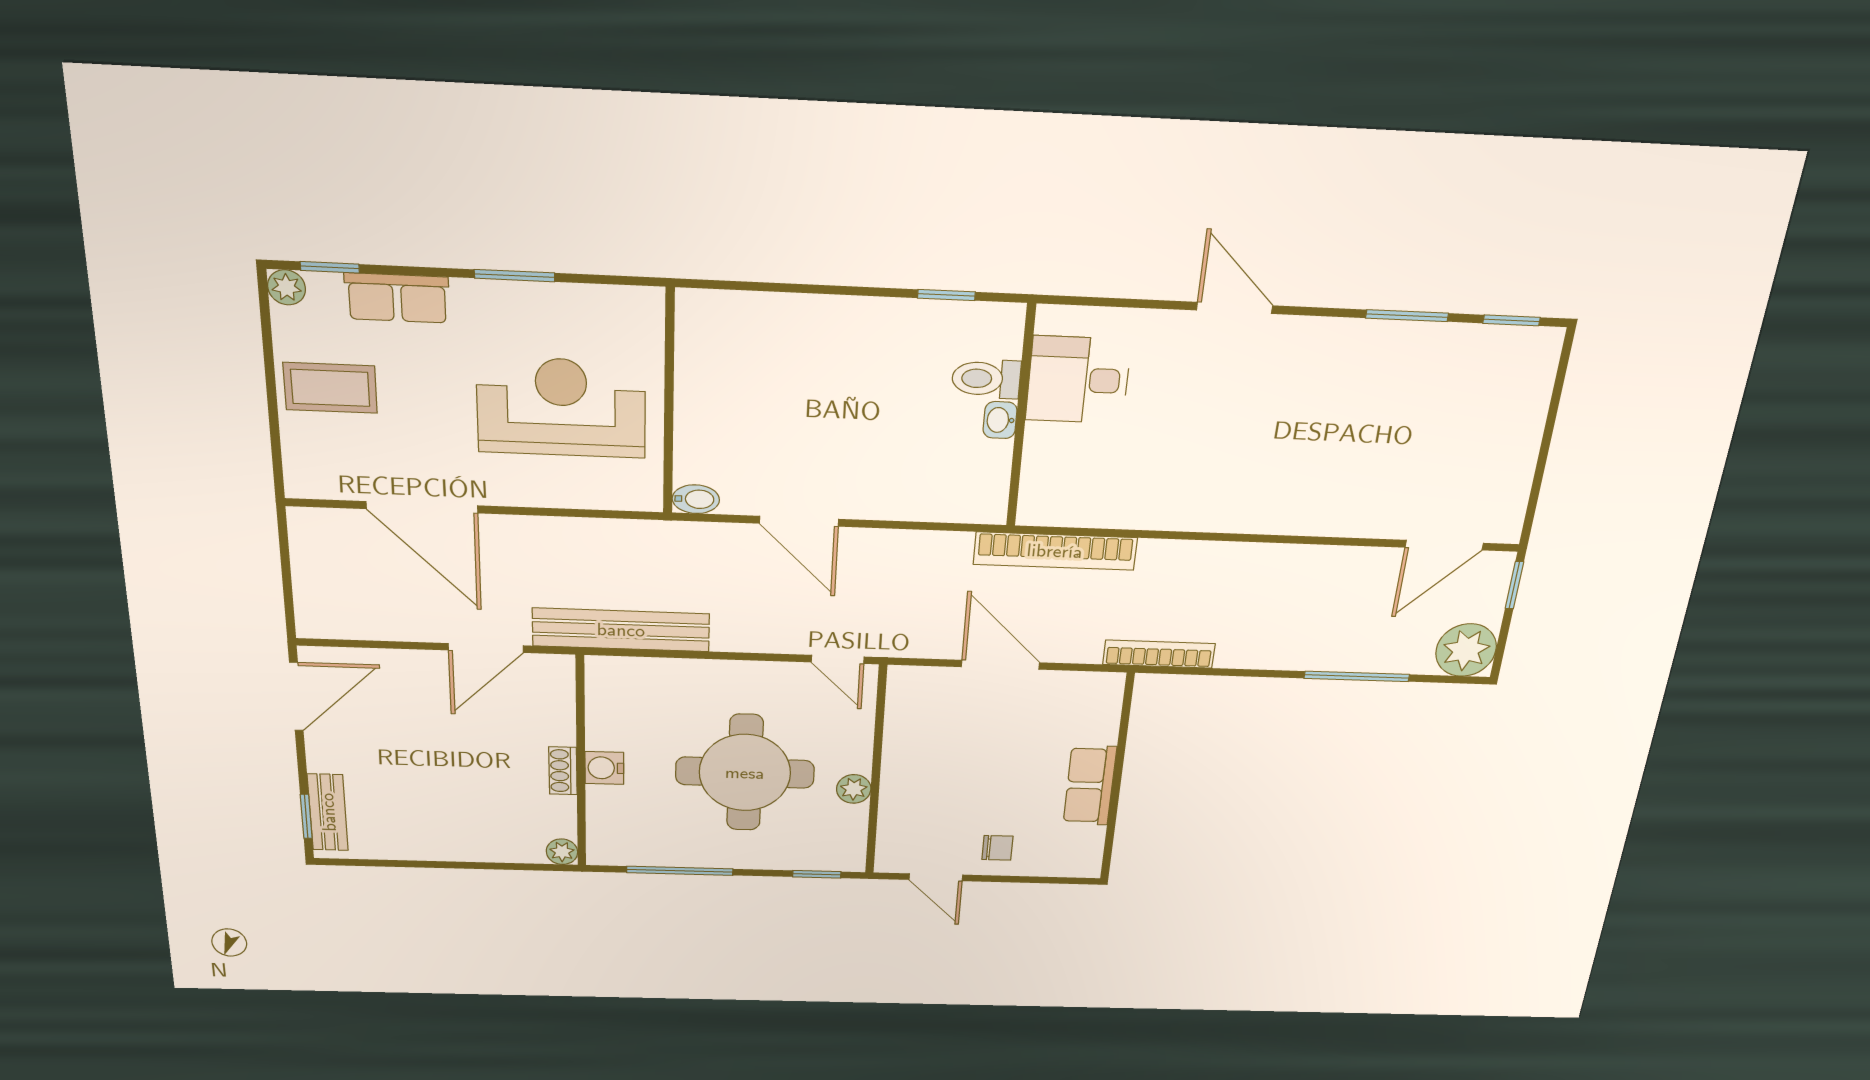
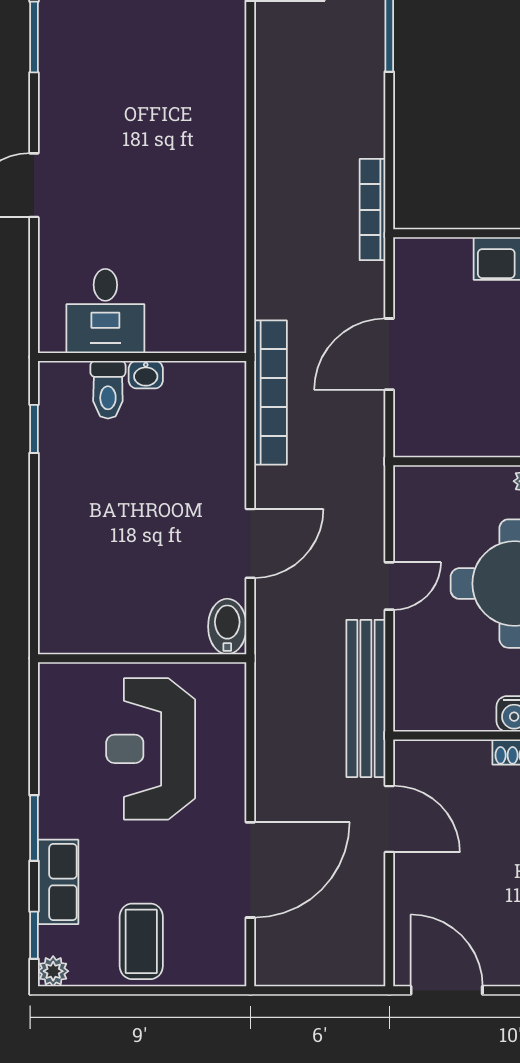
window: (515, 276) -> (34, 828), moved
bidet: (696, 499) -> (227, 627), width x1.38, depth x1.36
bookcase: (1055, 551) -> (271, 392), moved
door: (838, 659) -> (389, 586), moved

